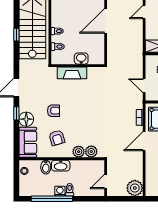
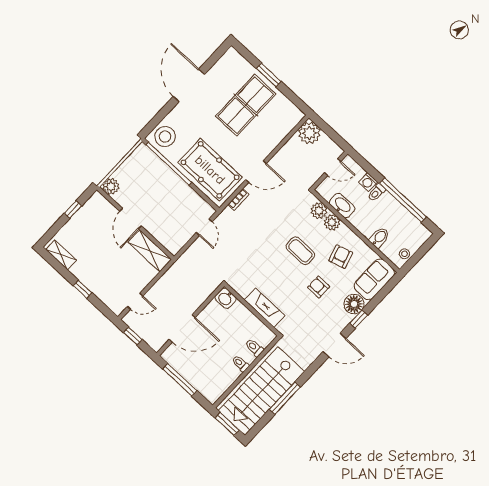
window: (16, 35) -> (285, 398), width x2.17
washbasin: (81, 59) -> (226, 298), moved
coffee table: (81, 121) -> (300, 251), added
washbasin: (61, 166) -> (342, 206), moved
washing machine: (60, 191) -> (368, 182), moved

